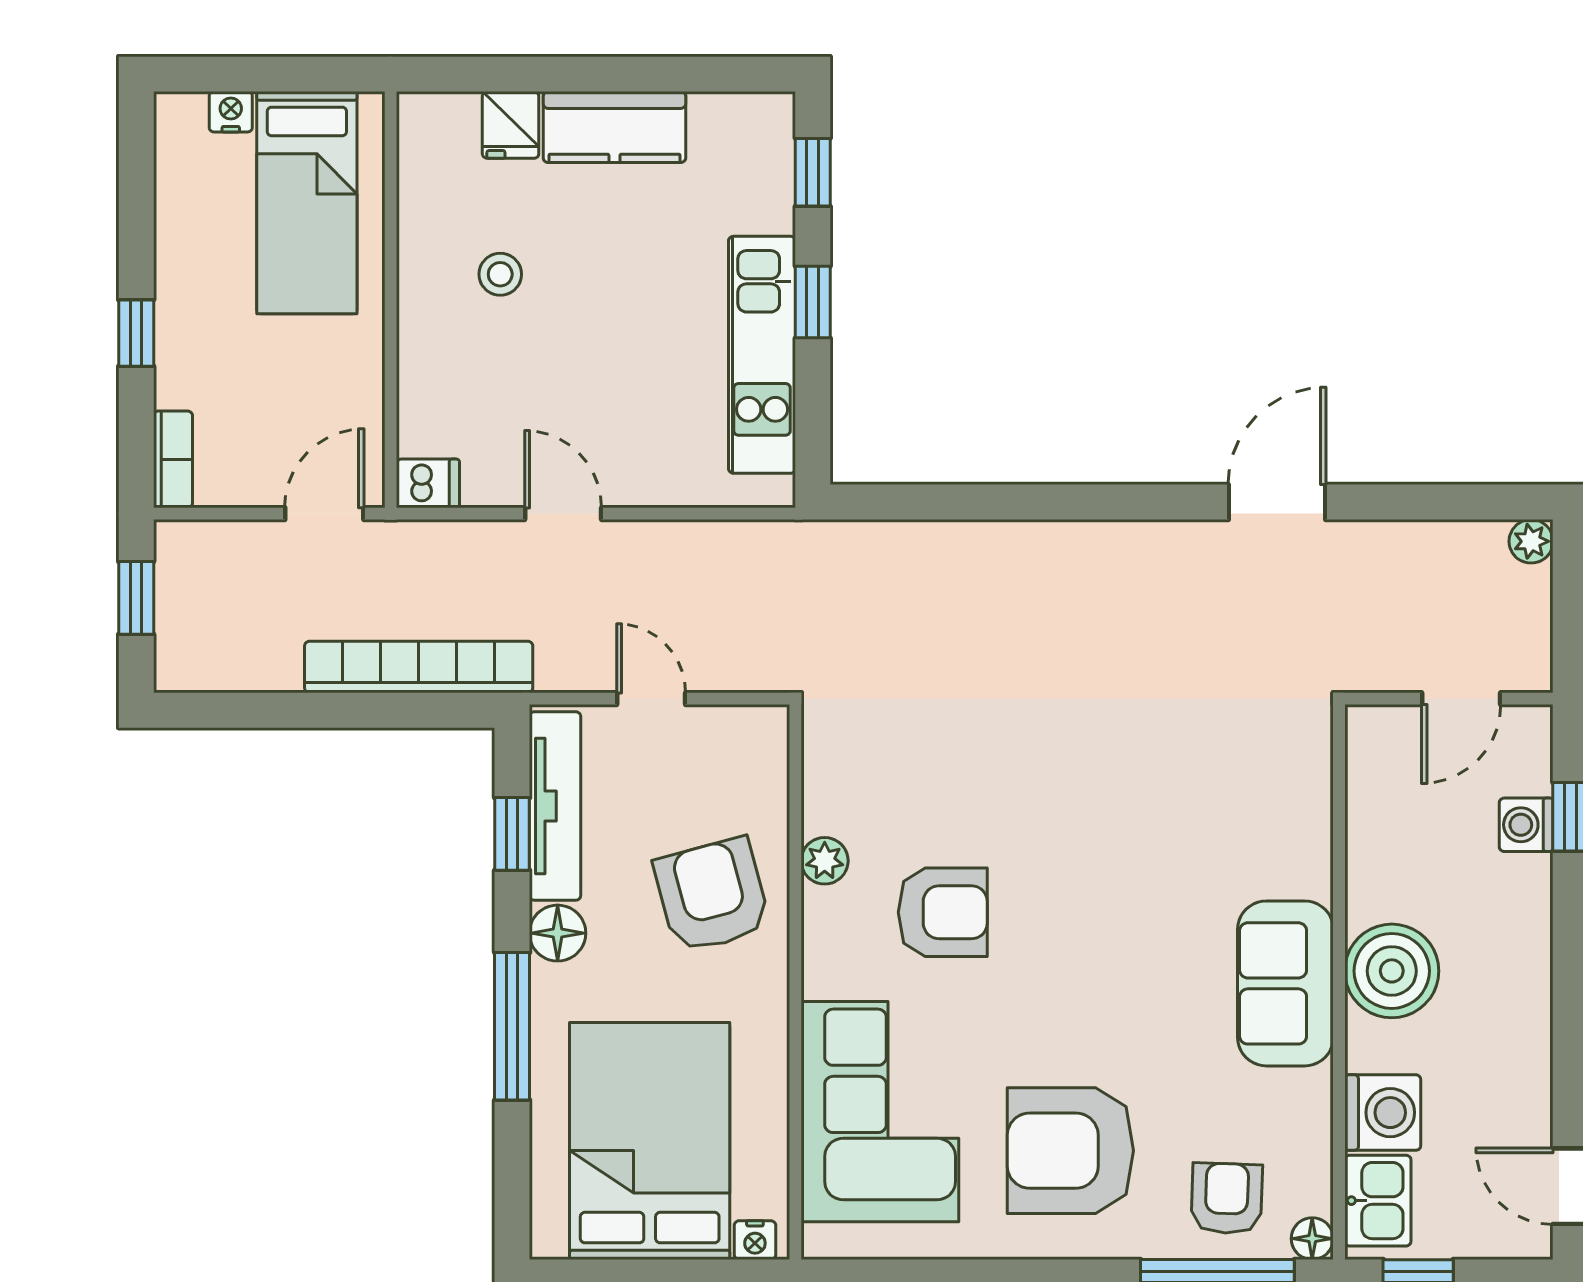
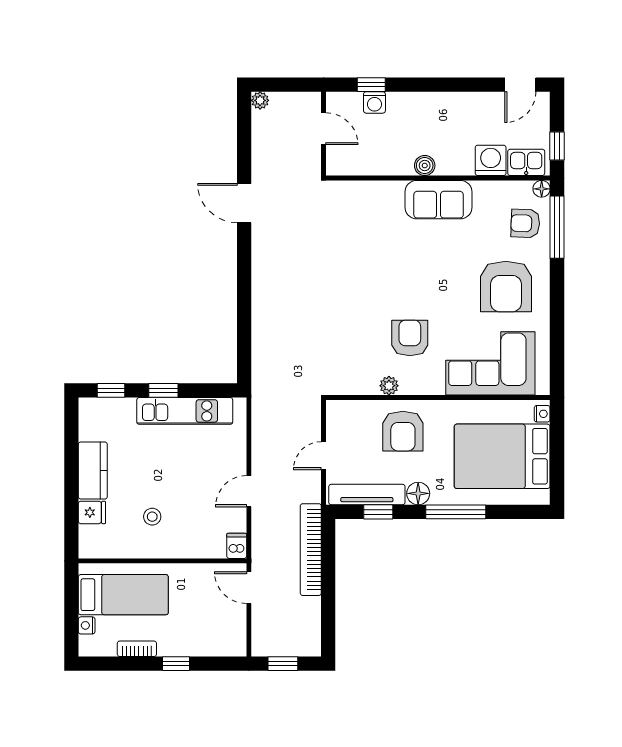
bookcase: (173, 459) -> (137, 649), moved
armchair: (712, 895) -> (403, 431), turned -75
boiler: (1392, 971) -> (425, 166), width x0.54, depth x0.54

